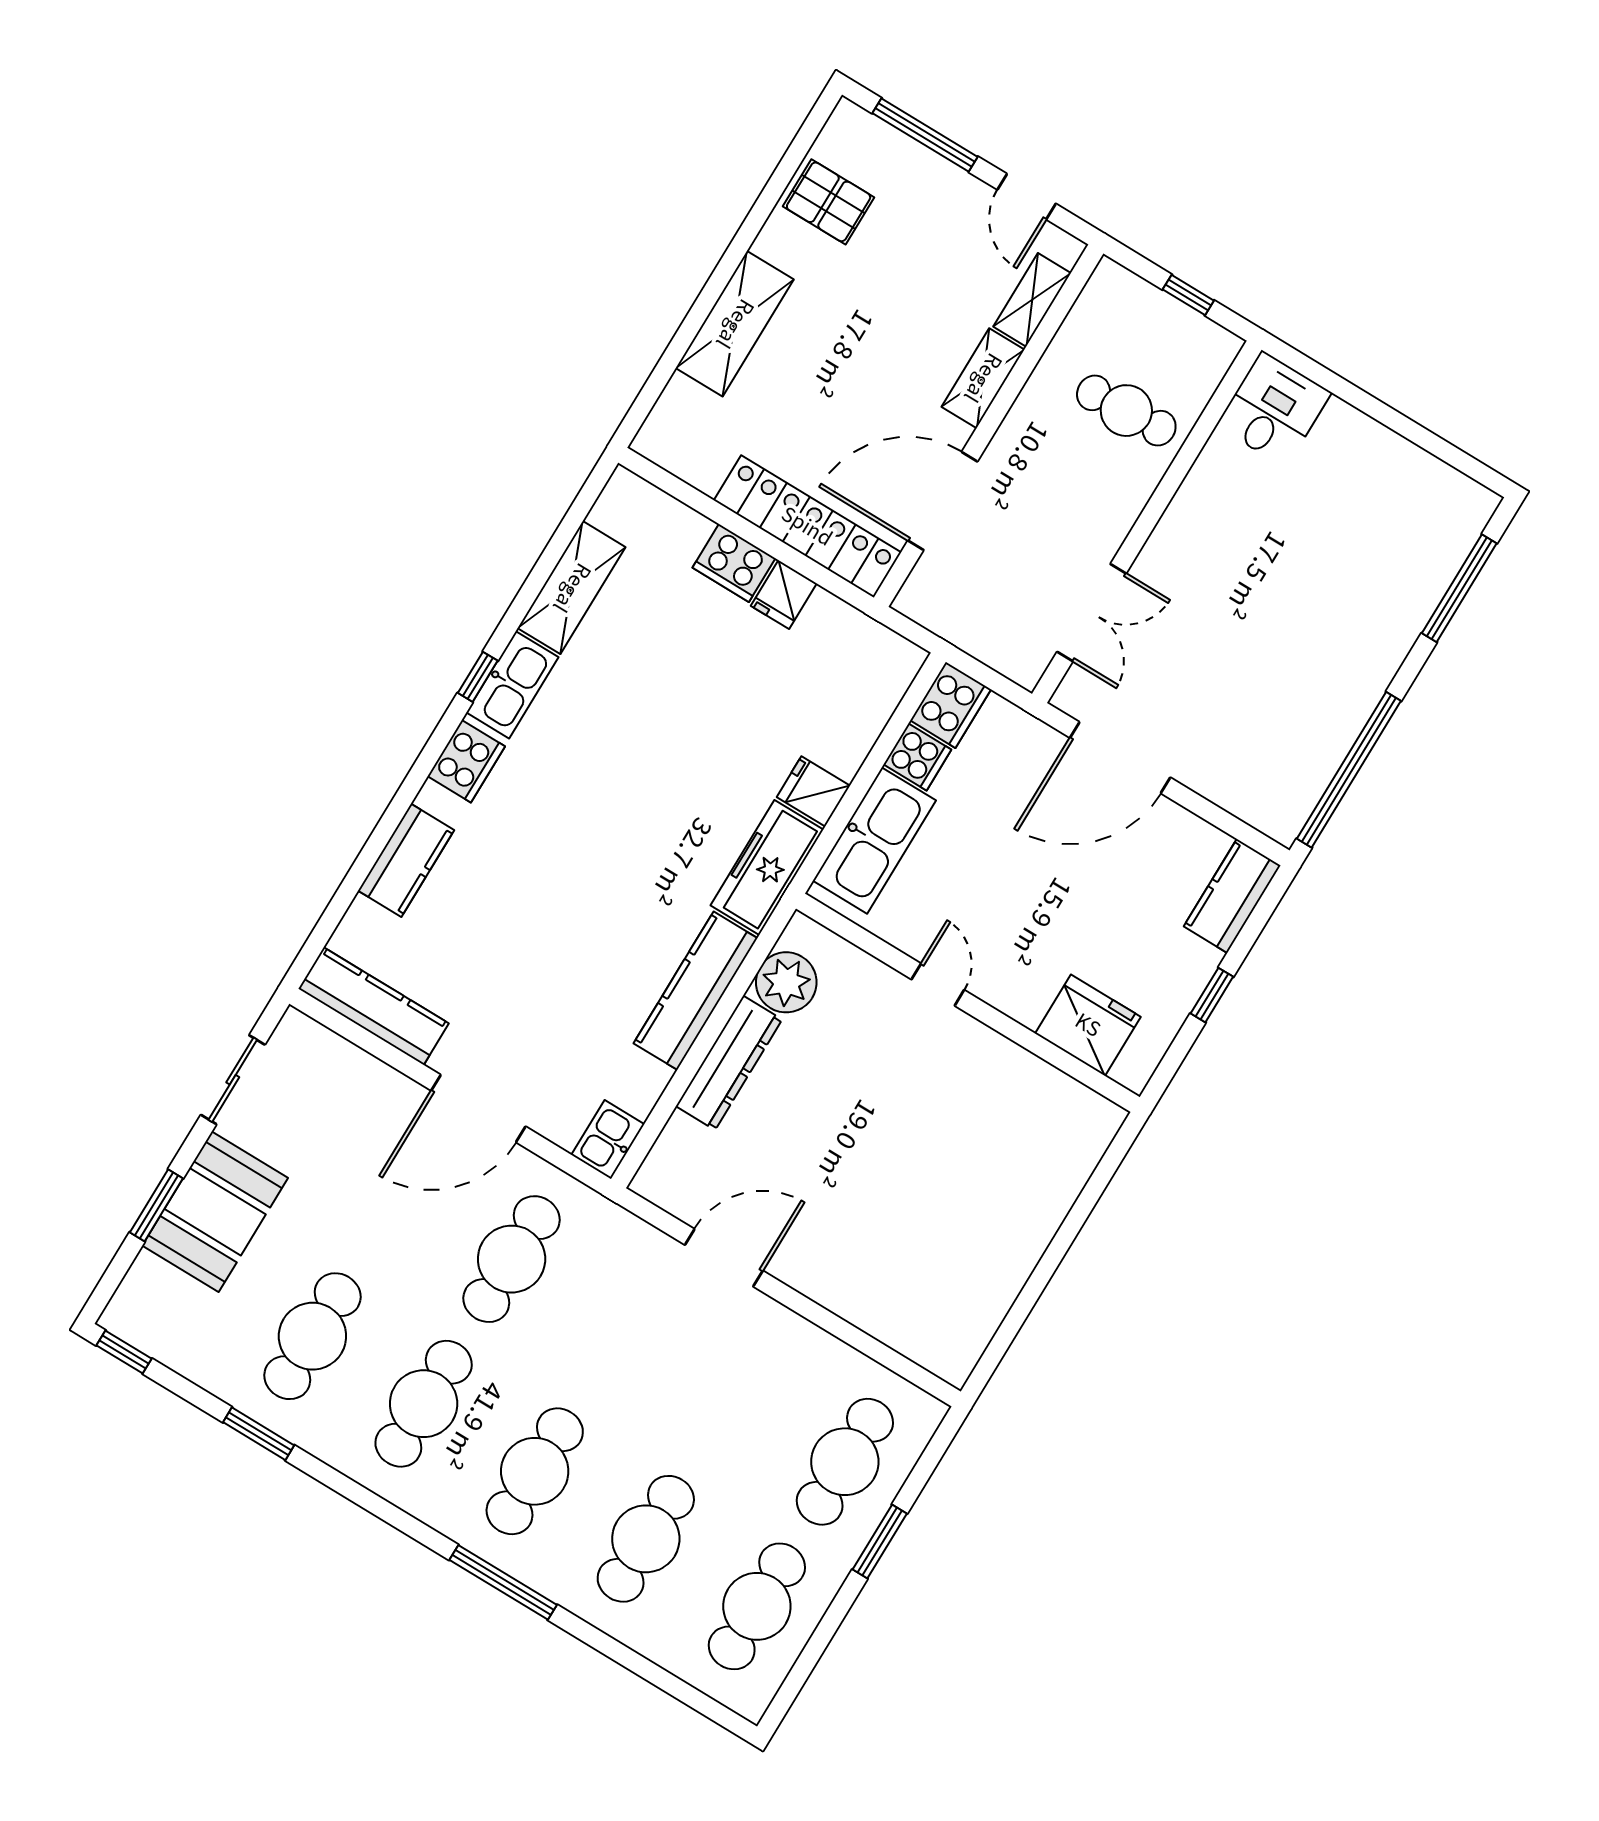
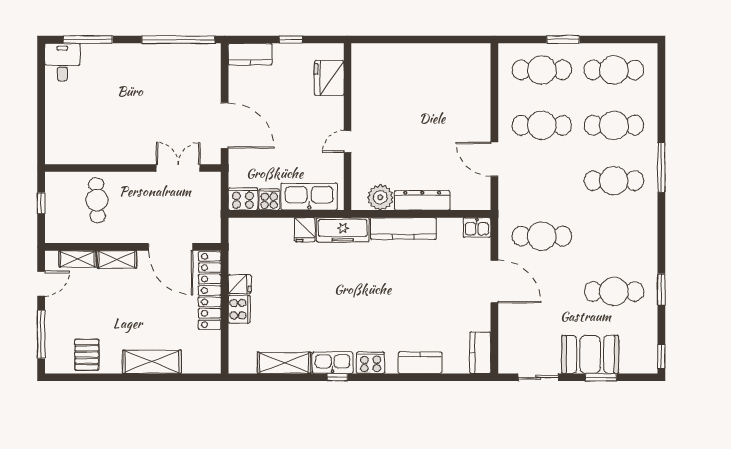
desk: (1274, 409) -> (62, 62), moved, turned 90
kitchen counter: (374, 1006) -> (480, 353), width x0.67
cafe table: (424, 1404) -> (542, 125), moved

